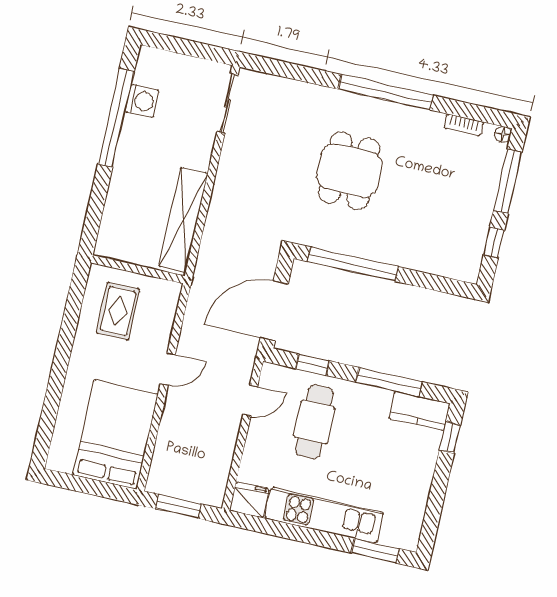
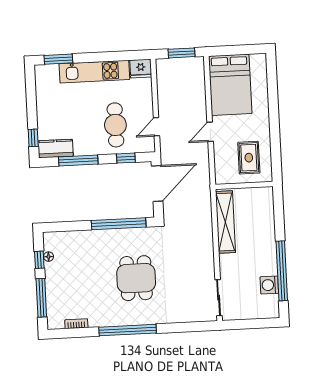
floor lamp: (503, 134) -> (49, 257), moved

